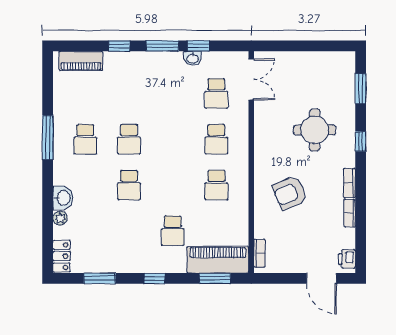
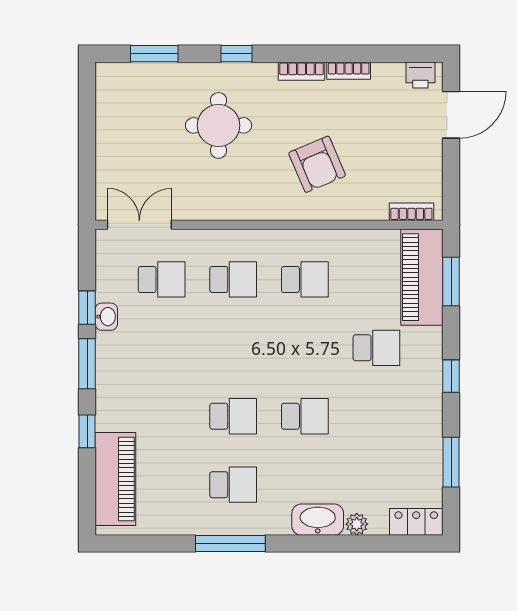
piano: (81, 61) -> (115, 479), width x1.37, depth x1.33
washbasin: (63, 198) -> (318, 520), width x1.38

